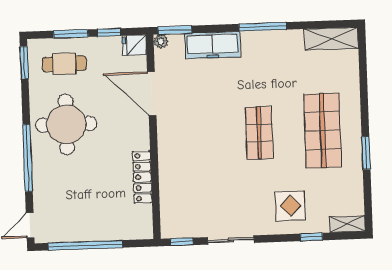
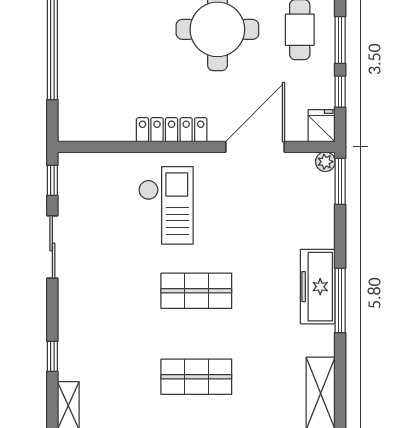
freezer: (213, 45) -> (318, 287), moved
shop shelf: (323, 131) -> (196, 377), width x0.70, depth x0.74
checkout: (197, 158) -> (166, 205), added
locker: (142, 177) -> (172, 130), moved
display table: (290, 206) -> (96, 330), removed

